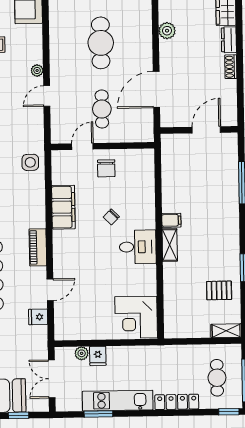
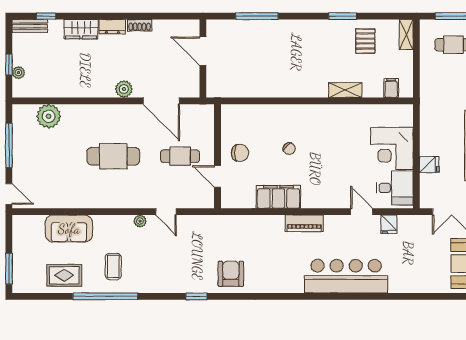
plant: (167, 31) -> (124, 89), moved
side table: (30, 162) -> (233, 229), removed
filing cabinet: (171, 220) -> (391, 88), moved
shelving: (170, 245) -> (345, 90), moved
piano: (38, 247) -> (304, 223), moved
desk: (138, 247) -> (395, 188), moved, turned 90
corner desk: (136, 317) -> (392, 148), moved, turned 90
plant: (82, 353) -> (426, 181), removed

